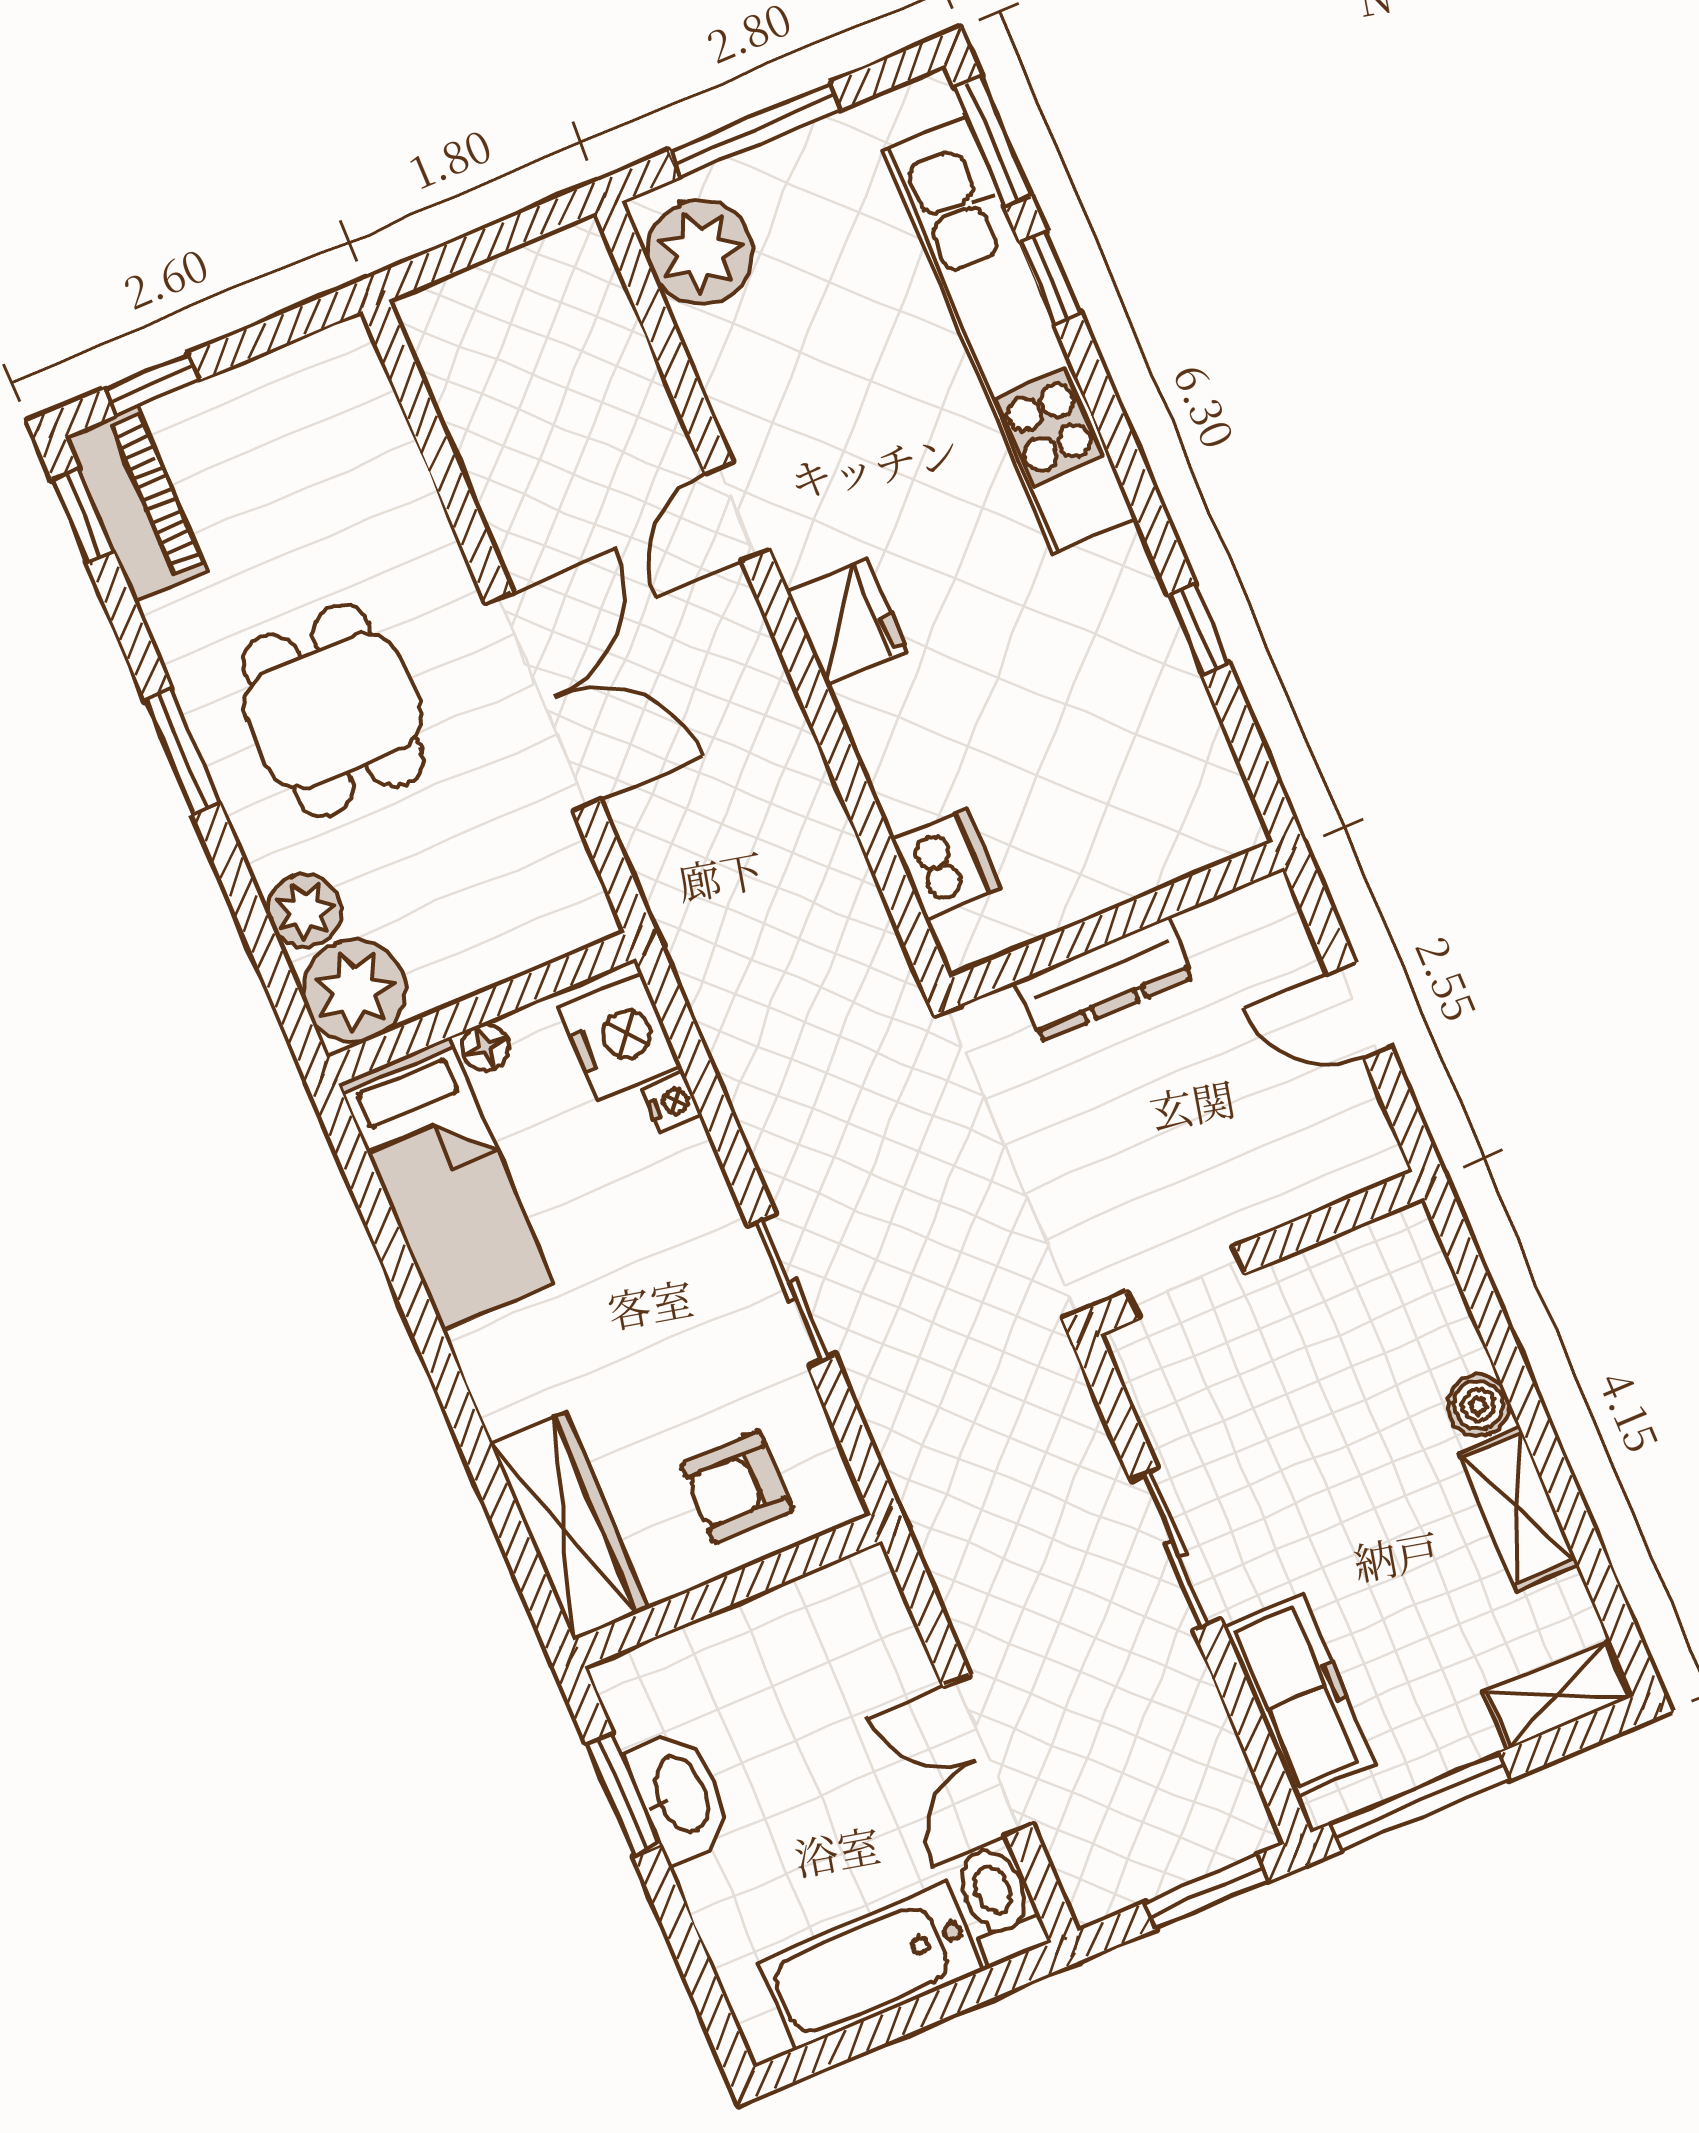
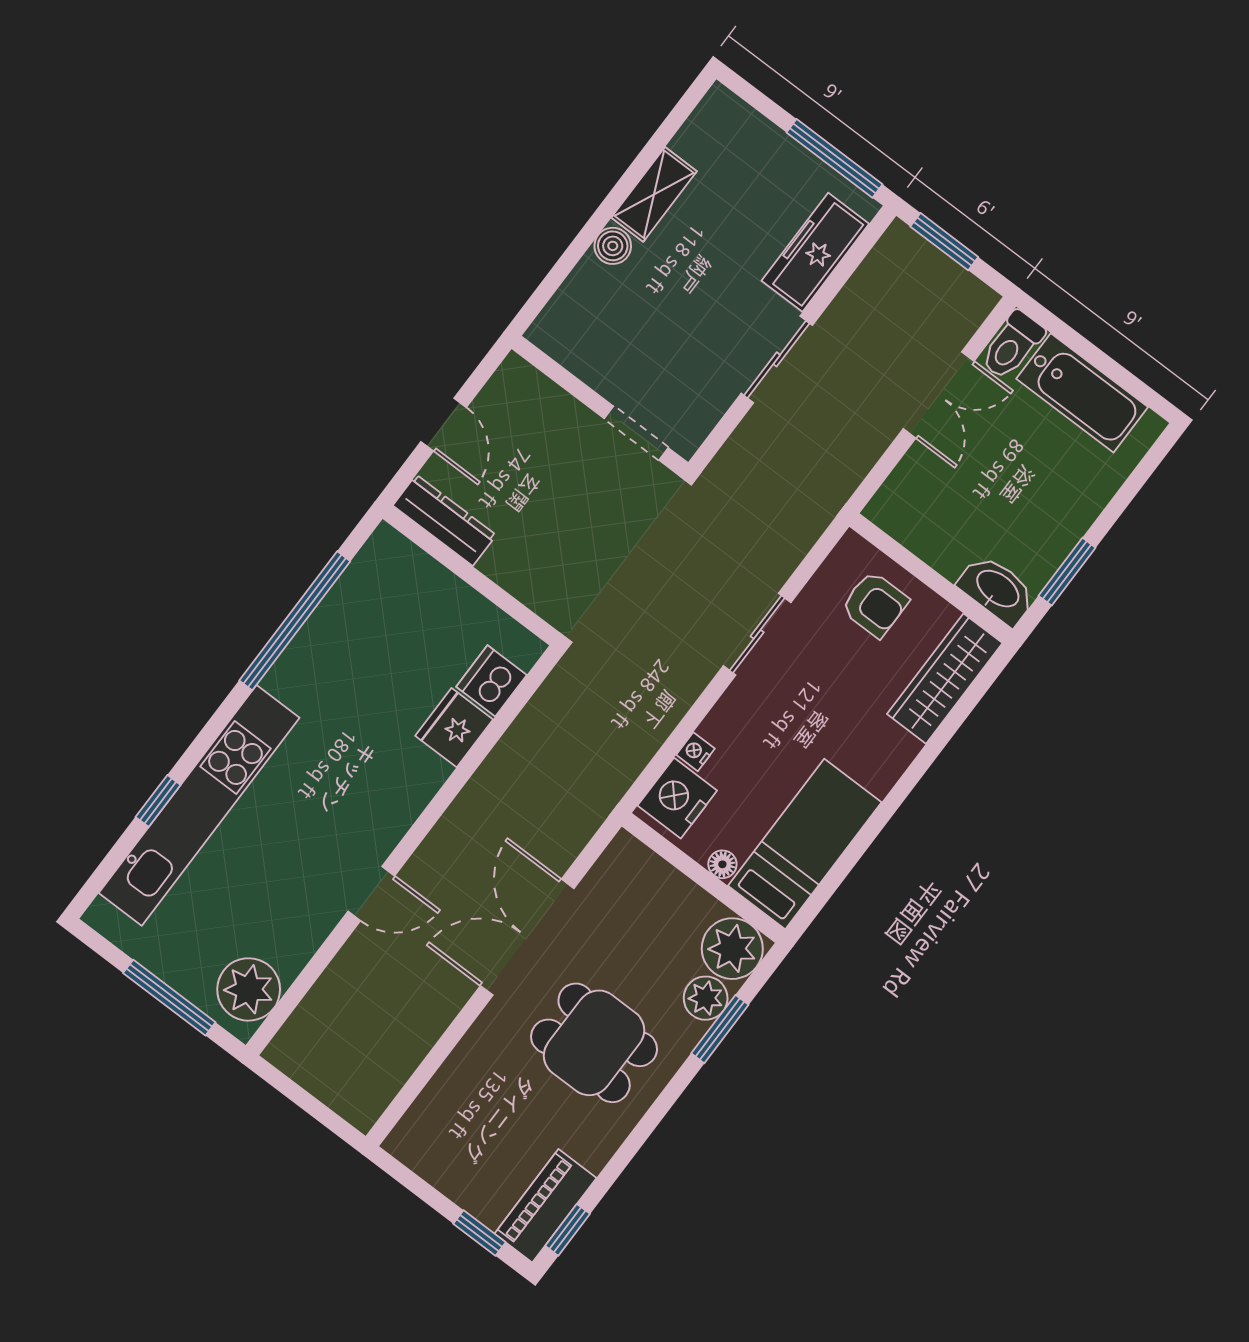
window: (993, 141) -> (105, 871), removed
fridge: (846, 621) -> (454, 728), moved
window: (1198, 628) -> (295, 621), width x3.17
dining table: (333, 711) -> (594, 1043), turned 90
window: (182, 752) -> (720, 1029), moved
dresser: (1104, 979) -> (445, 520), moved
shelving: (1558, 1694) -> (738, 119), removed
washbasin: (680, 1796) -> (997, 590), moved, turned 90

